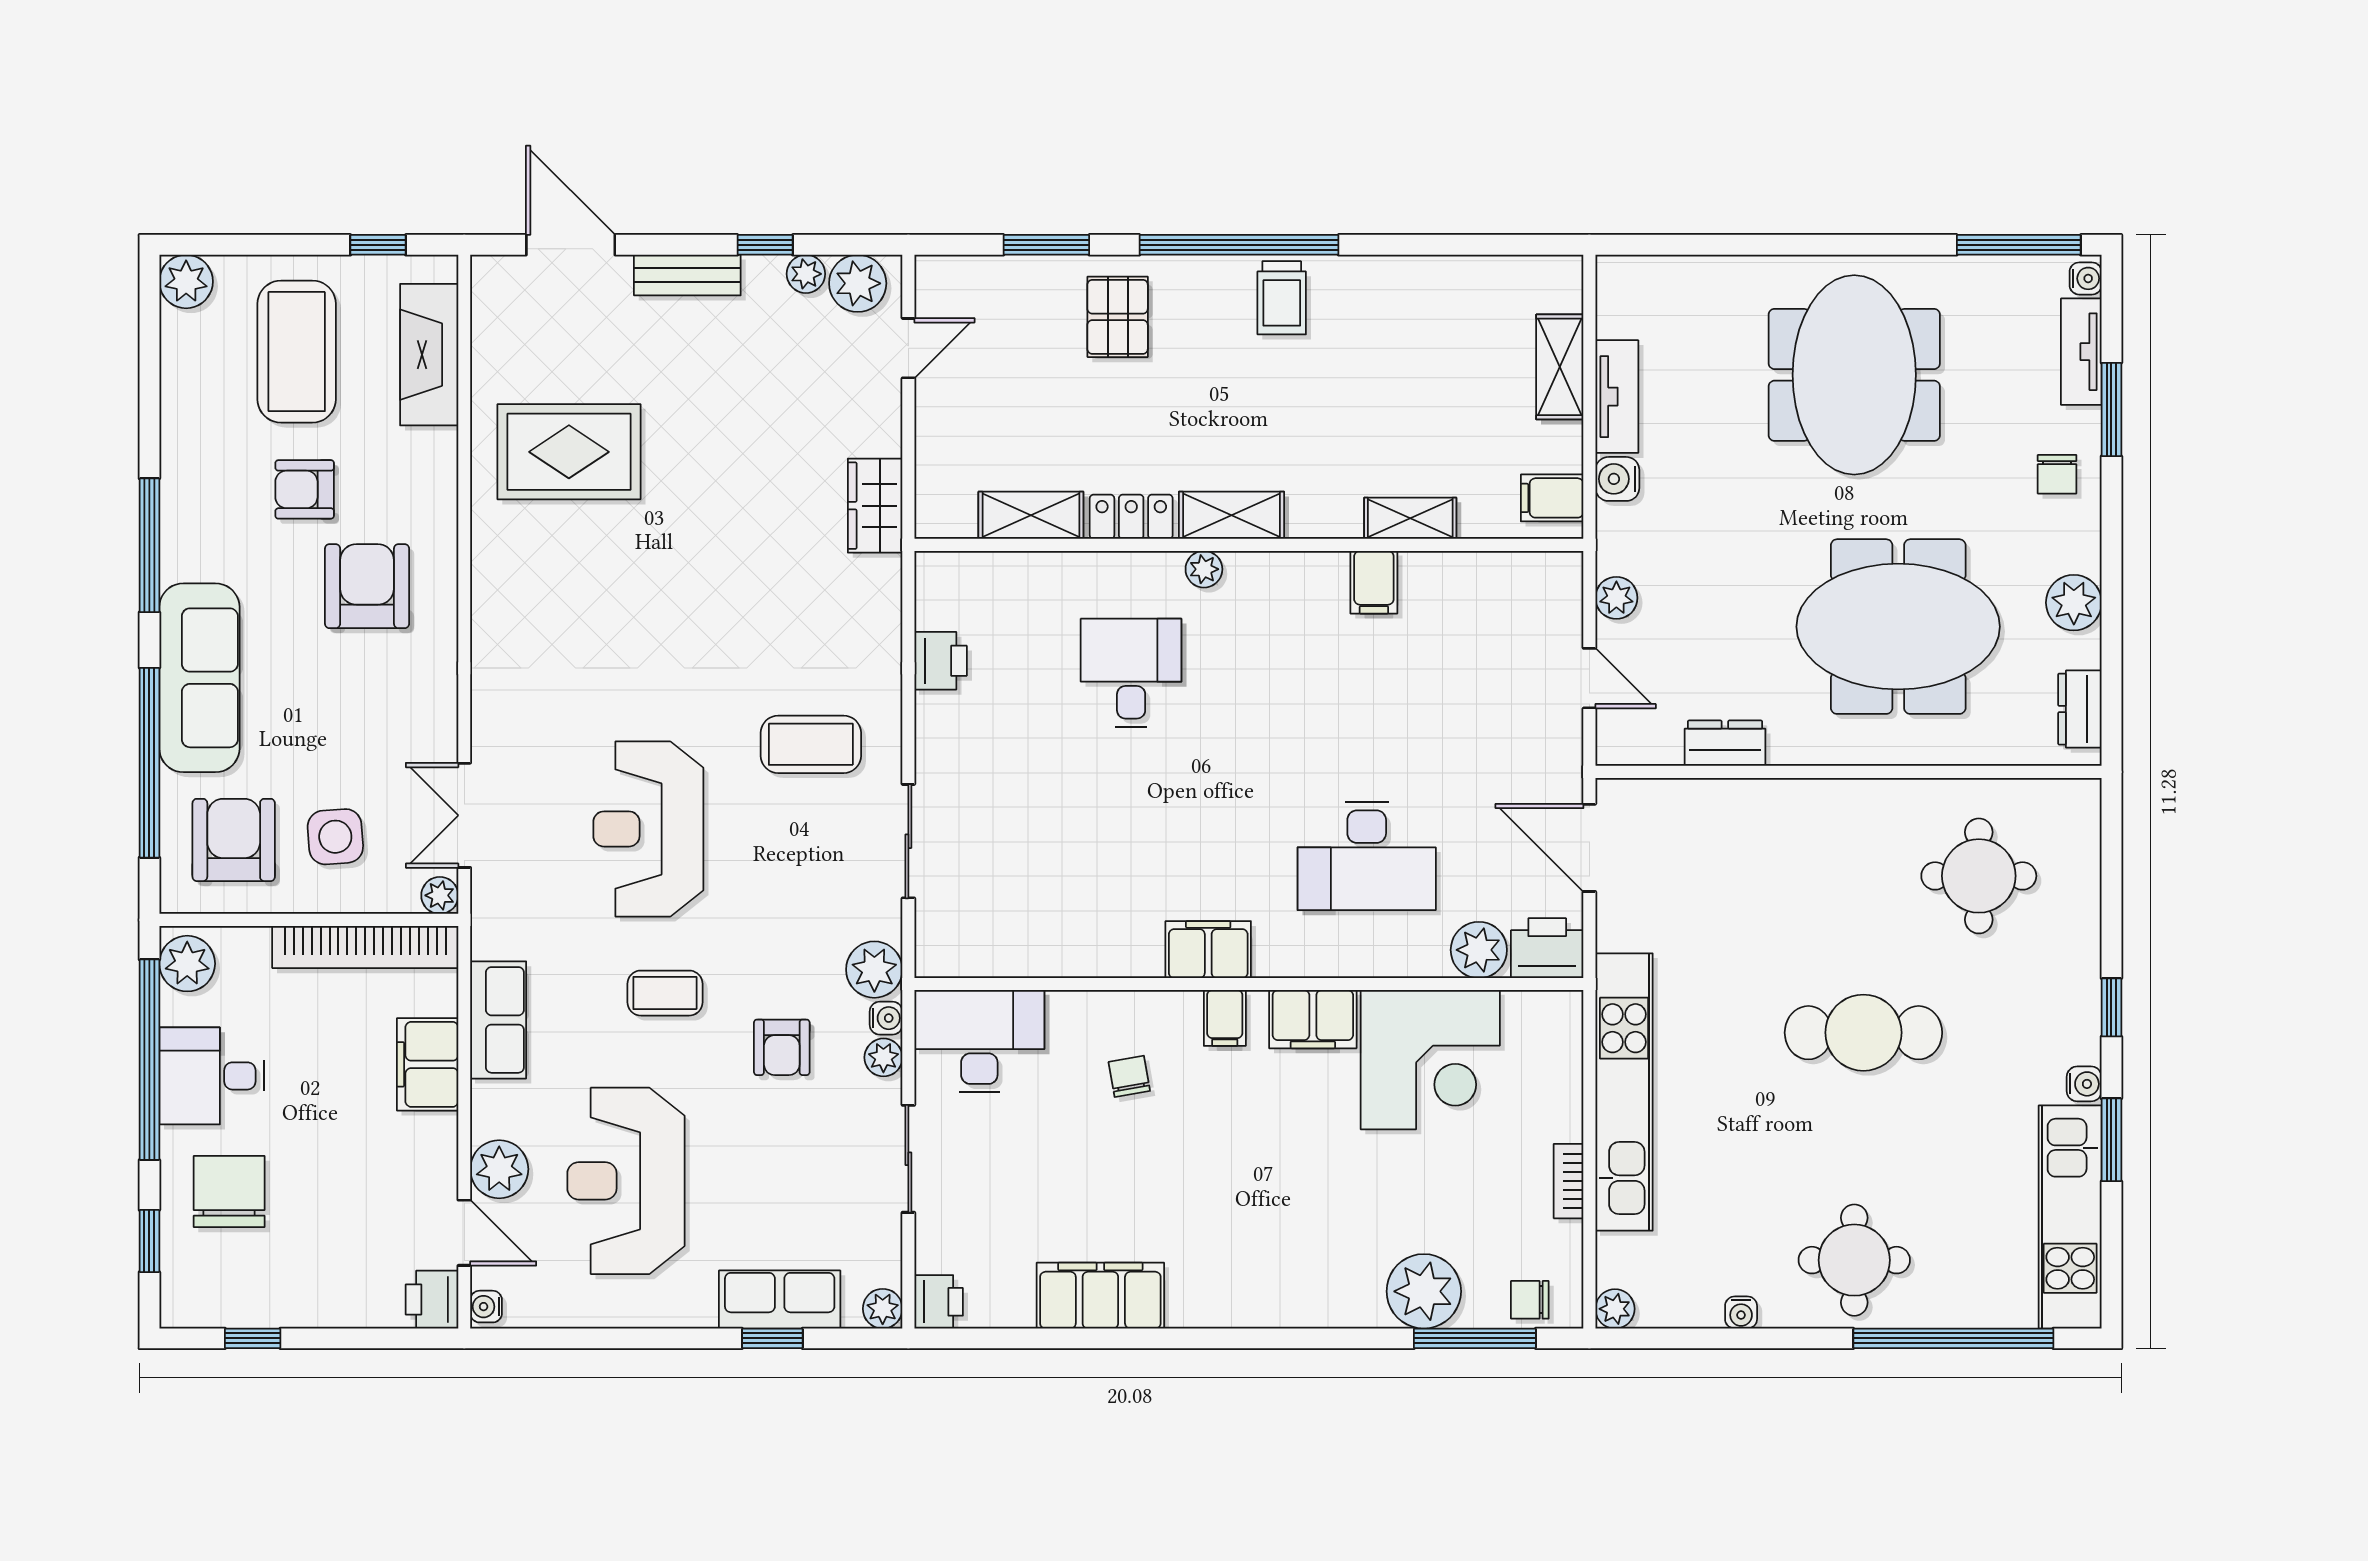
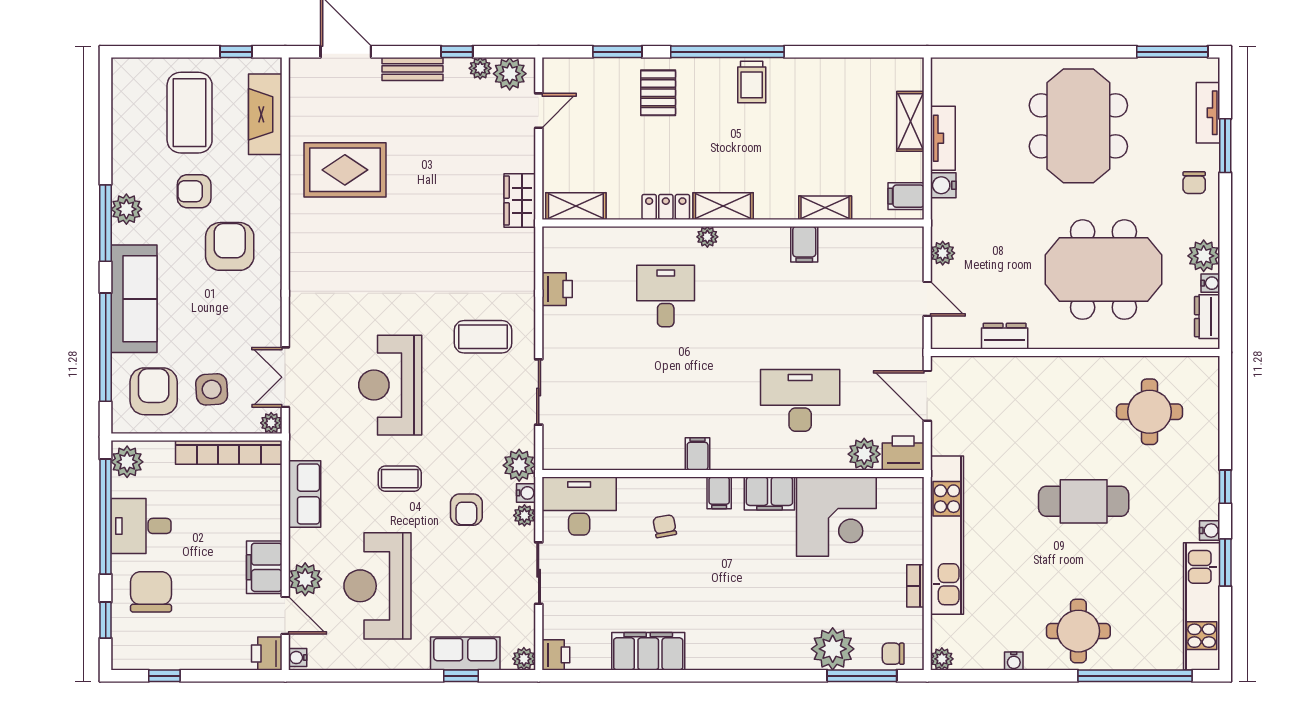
water cooler: (2086, 278) -> (1210, 283), moved
plant: (186, 281) -> (126, 209), moved
shelving: (1031, 515) -> (576, 206), moved
desk: (1367, 856) -> (800, 400), turned 180
filing cabinet: (1208, 950) -> (698, 454), width x0.50
filing cabinet: (428, 1064) -> (264, 567), moved

